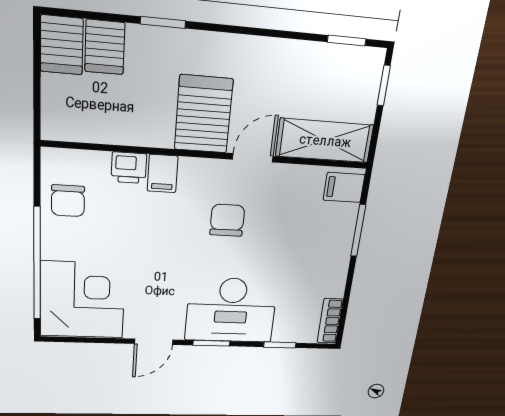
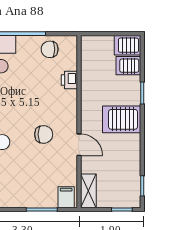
server rack: (204, 114) -> (122, 119), moved, turned 180
shelving: (325, 141) -> (88, 191), width x0.67, depth x0.75
filing cabinet: (163, 174) -> (67, 98), removed

